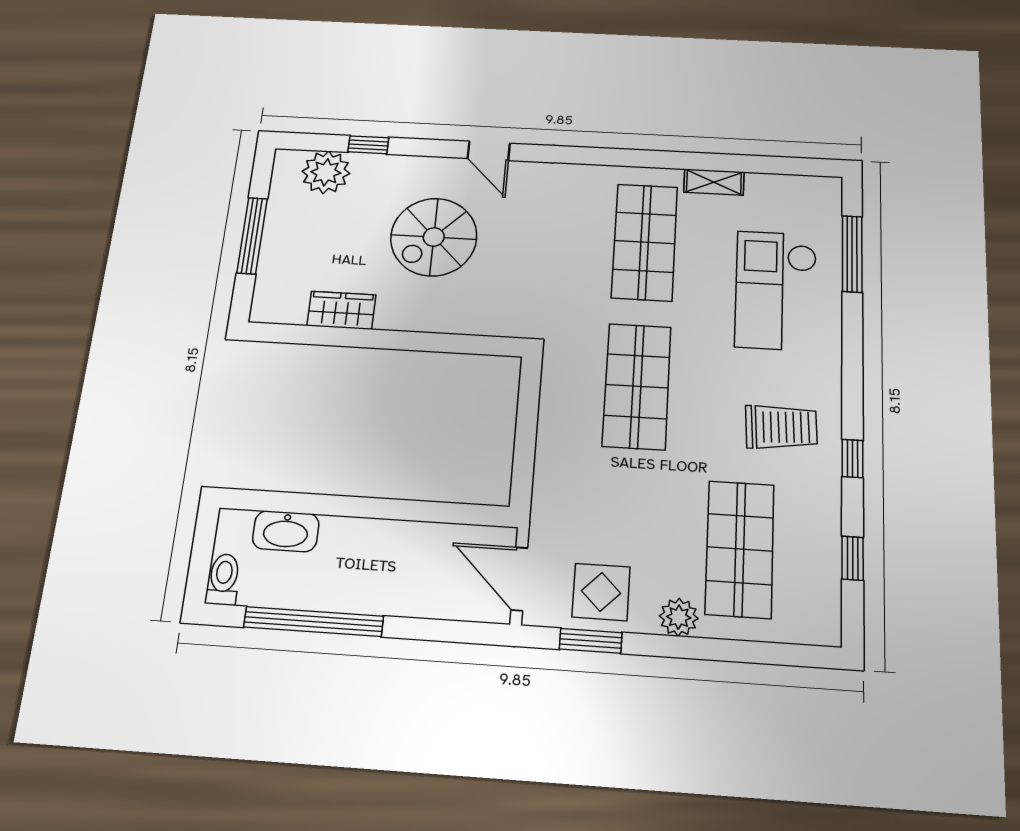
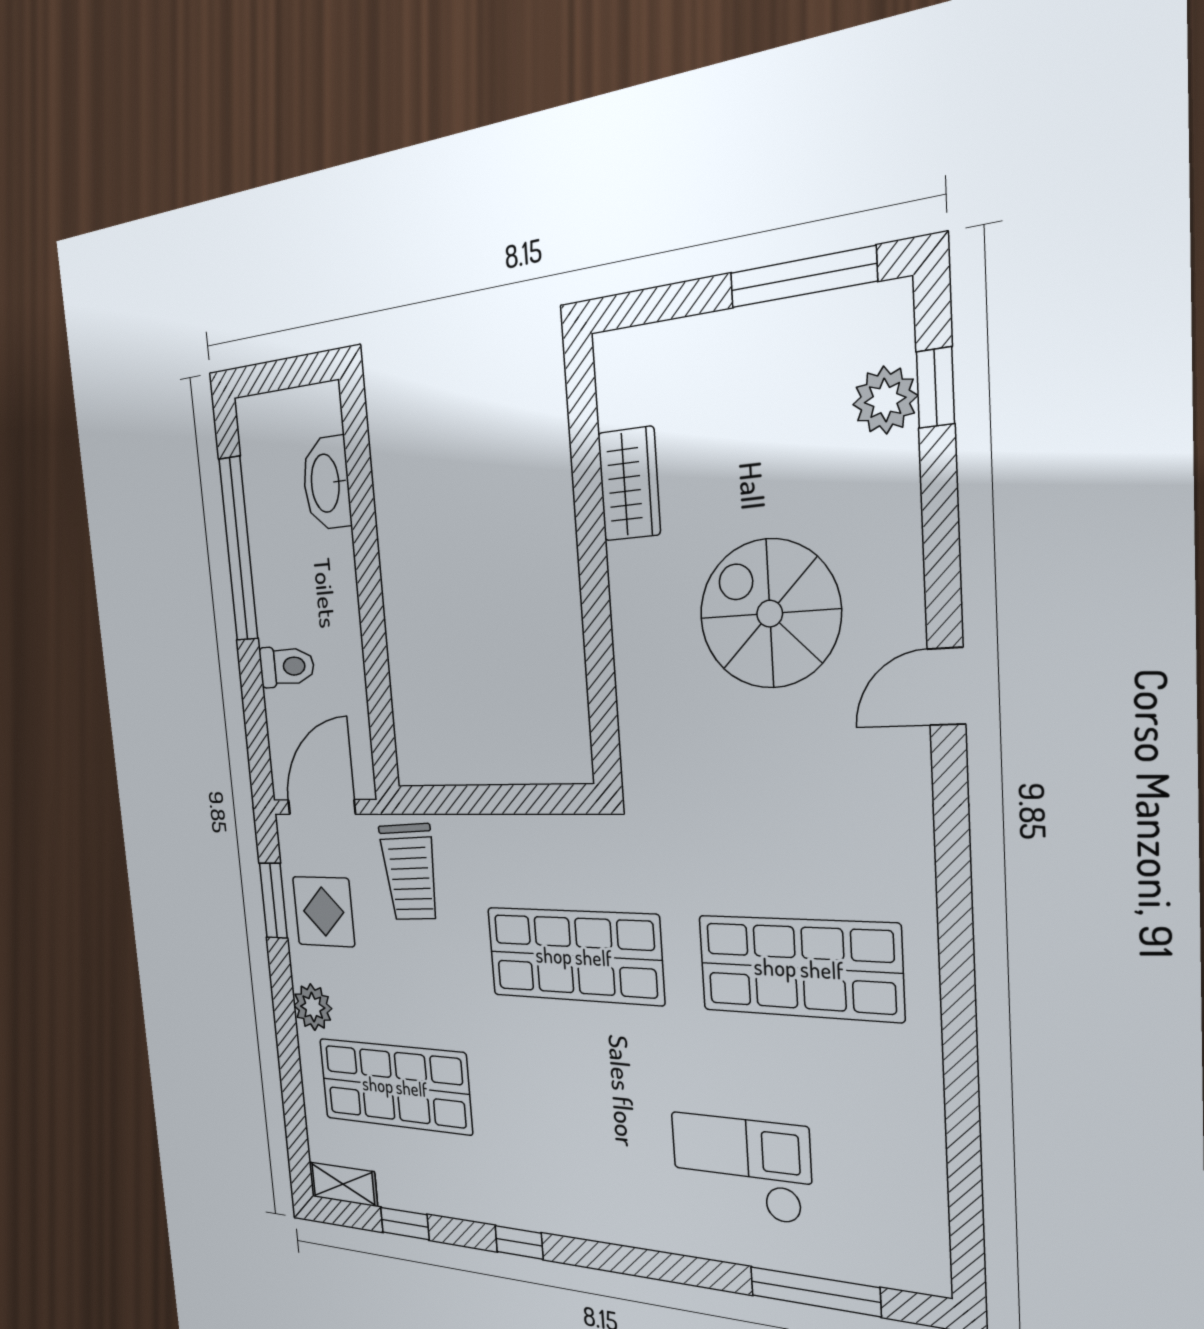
window: (368, 145) -> (935, 388), moved
plant: (326, 172) -> (885, 400), width x0.73, depth x0.73
shelving: (714, 182) -> (343, 1184), moved, turned 90
window: (252, 236) -> (803, 277), moved
checkout: (776, 290) -> (741, 1168), width x0.73, depth x0.83
trolley: (781, 427) -> (410, 872), moved
toilet: (223, 579) -> (287, 667), moved

